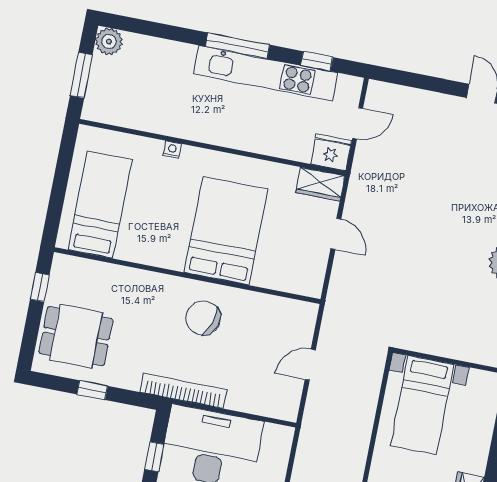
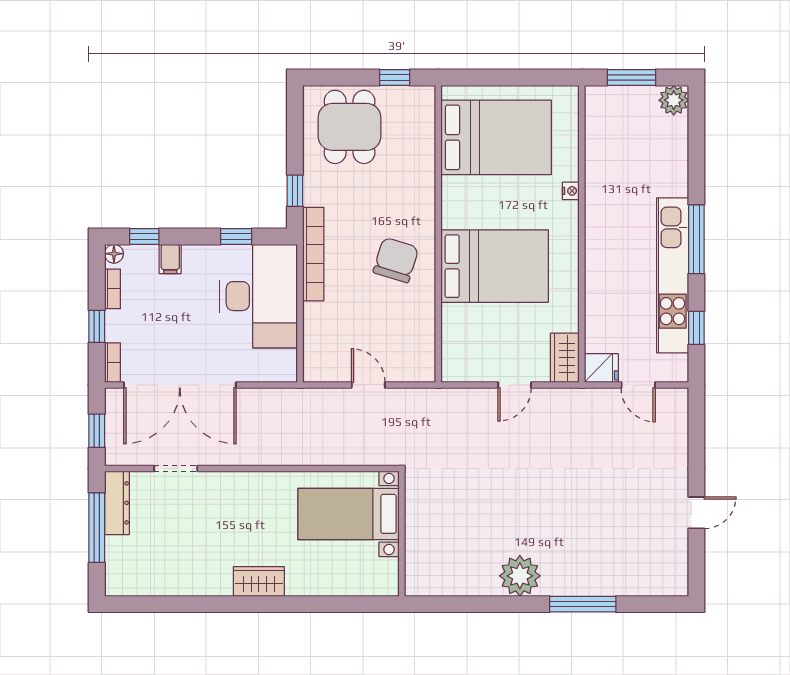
fridge: (331, 152) -> (601, 368), width x0.72
bed: (100, 205) -> (496, 137), width x1.50
window: (92, 390) -> (295, 191), moved

